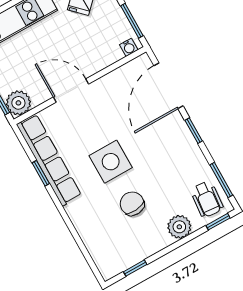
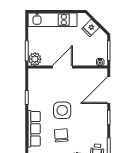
door: (71, 90) -> (62, 67), hinge flipped
row of seats: (49, 160) -> (34, 129), moved, width x0.73

